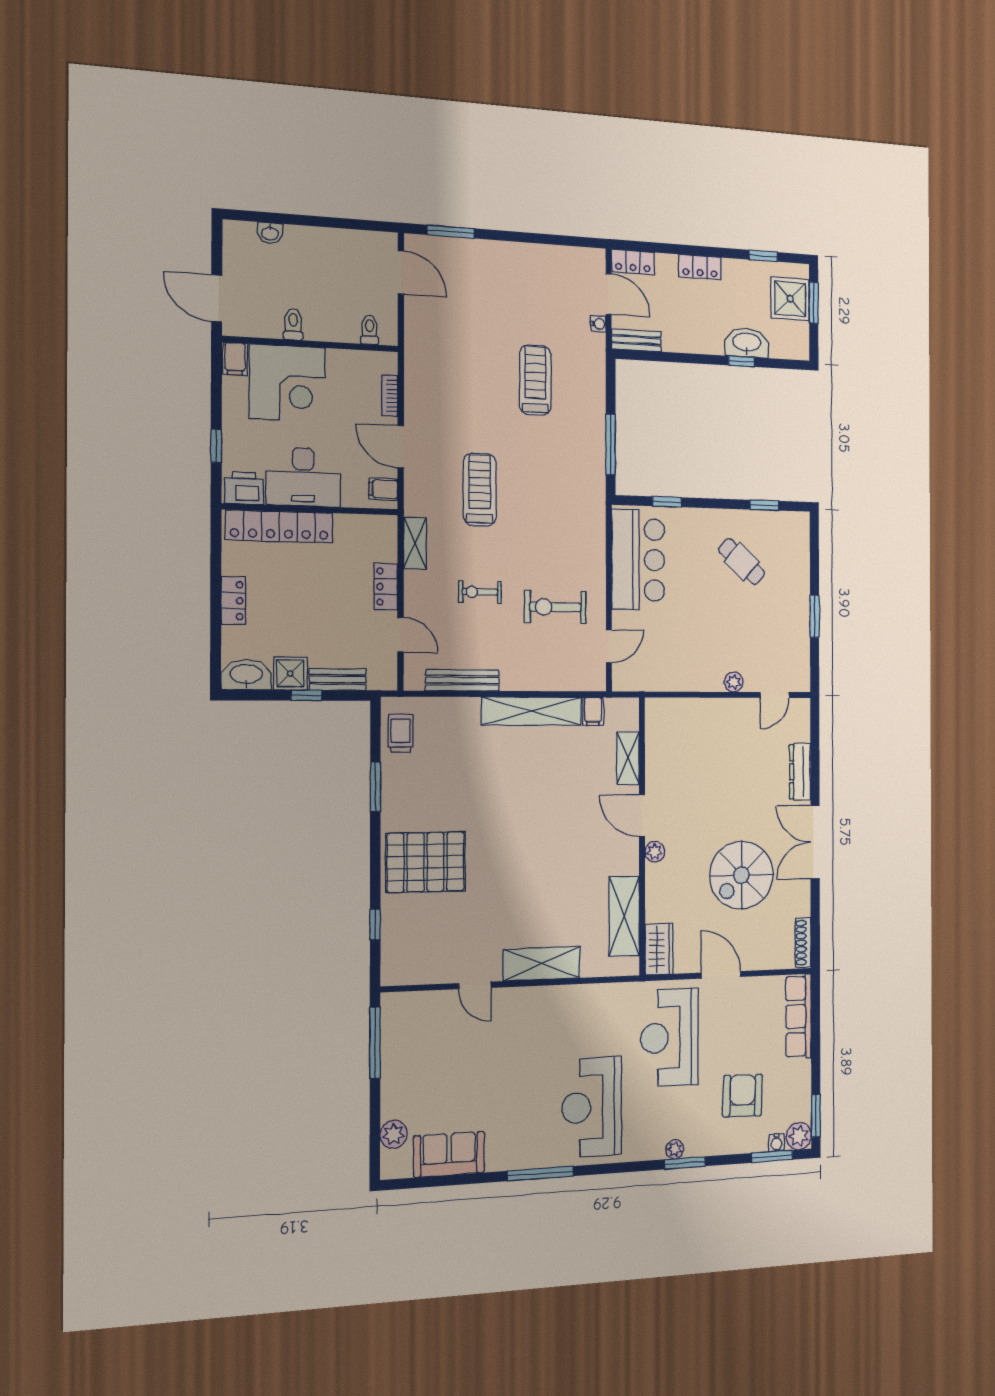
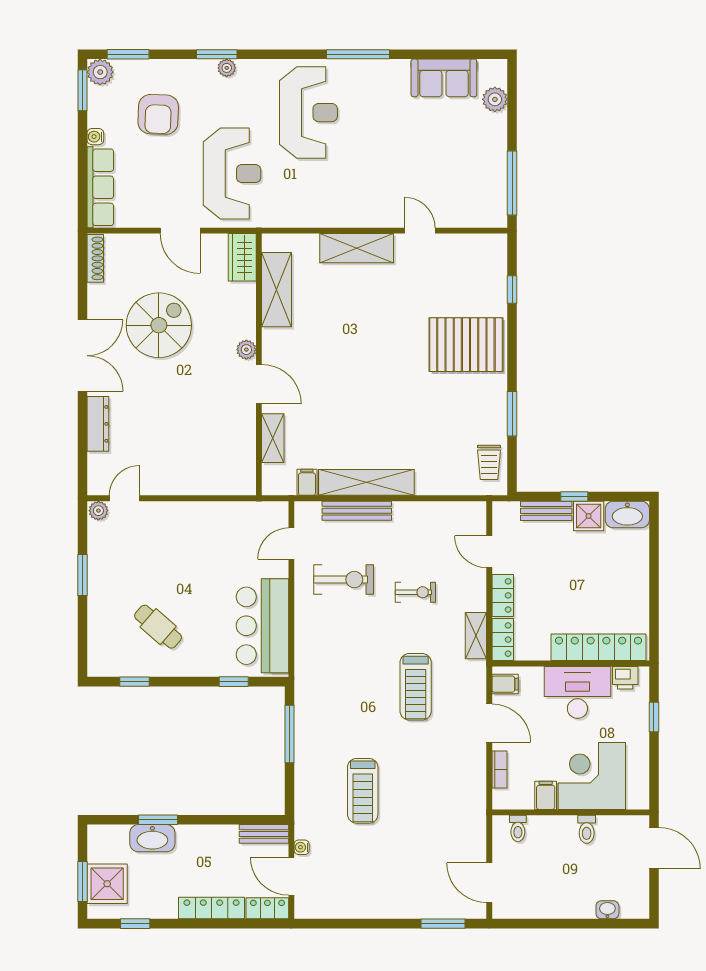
locker: (700, 267) -> (211, 908), width x1.53
filing cabinet: (235, 359) -> (546, 795), moved
window: (741, 361) -> (158, 820), width x1.50
printer: (244, 488) -> (625, 678), width x0.73, depth x0.81
locker: (233, 601) -> (503, 640), moved, turned 180
bench: (462, 680) -> (357, 511), moved
plant: (734, 682) -> (98, 511), moved
water cooler: (777, 1143) -> (95, 137), moved, turned -90

